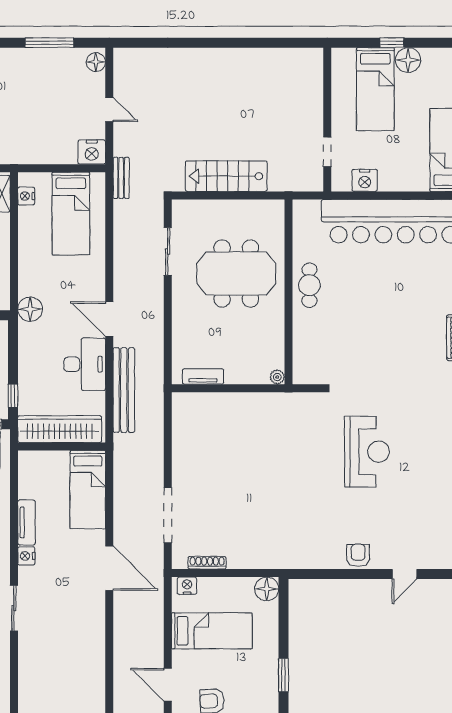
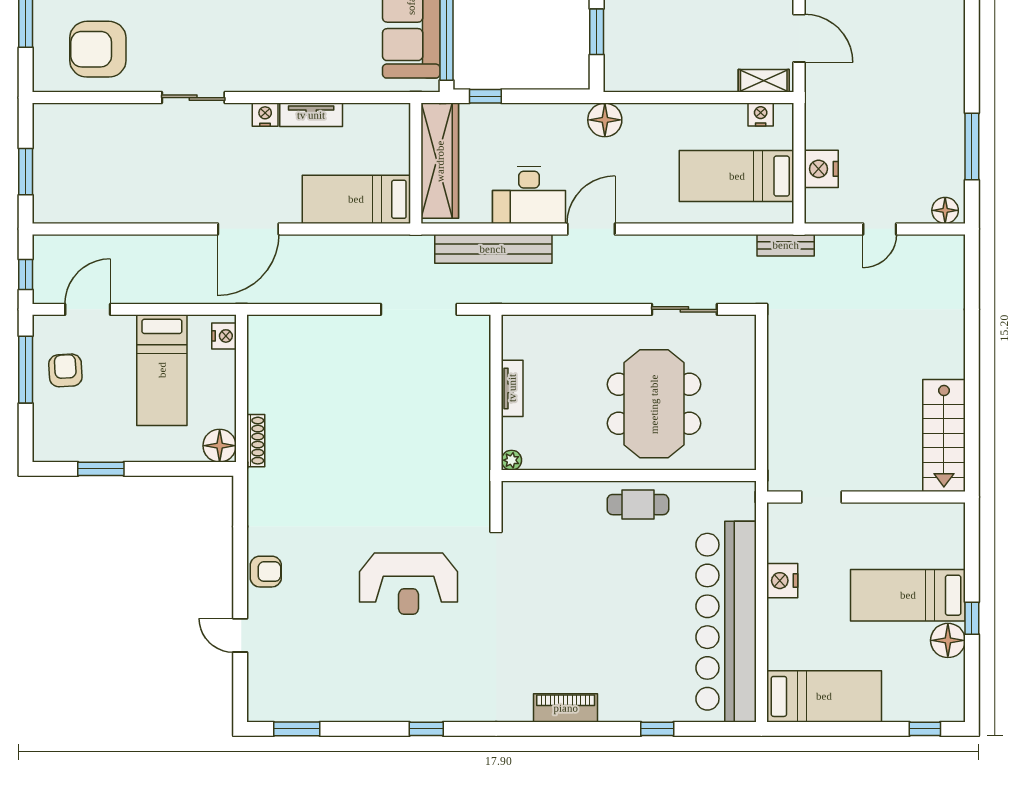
wall: (327, 120) -> (866, 497), moved
nightstand: (92, 152) -> (821, 169), moved
doorway: (327, 152) -> (821, 497), moved
stairs: (226, 176) -> (944, 435), moved, turned 180
tv unit: (203, 376) -> (512, 388), moved
doorway: (168, 515) -> (419, 309), moved
shoe rack: (207, 563) -> (256, 441), moved

